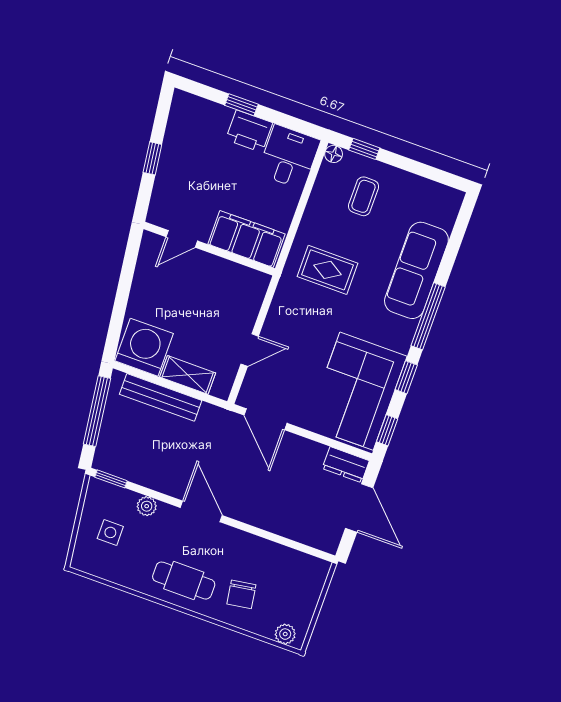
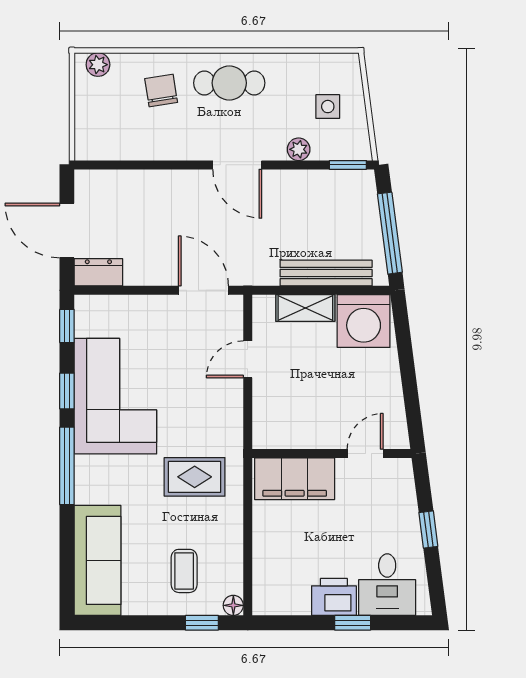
desk: (289, 157) -> (387, 585), moved
sofa: (416, 270) -> (98, 560), moved
corner sofa: (357, 391) -> (115, 396), moved

